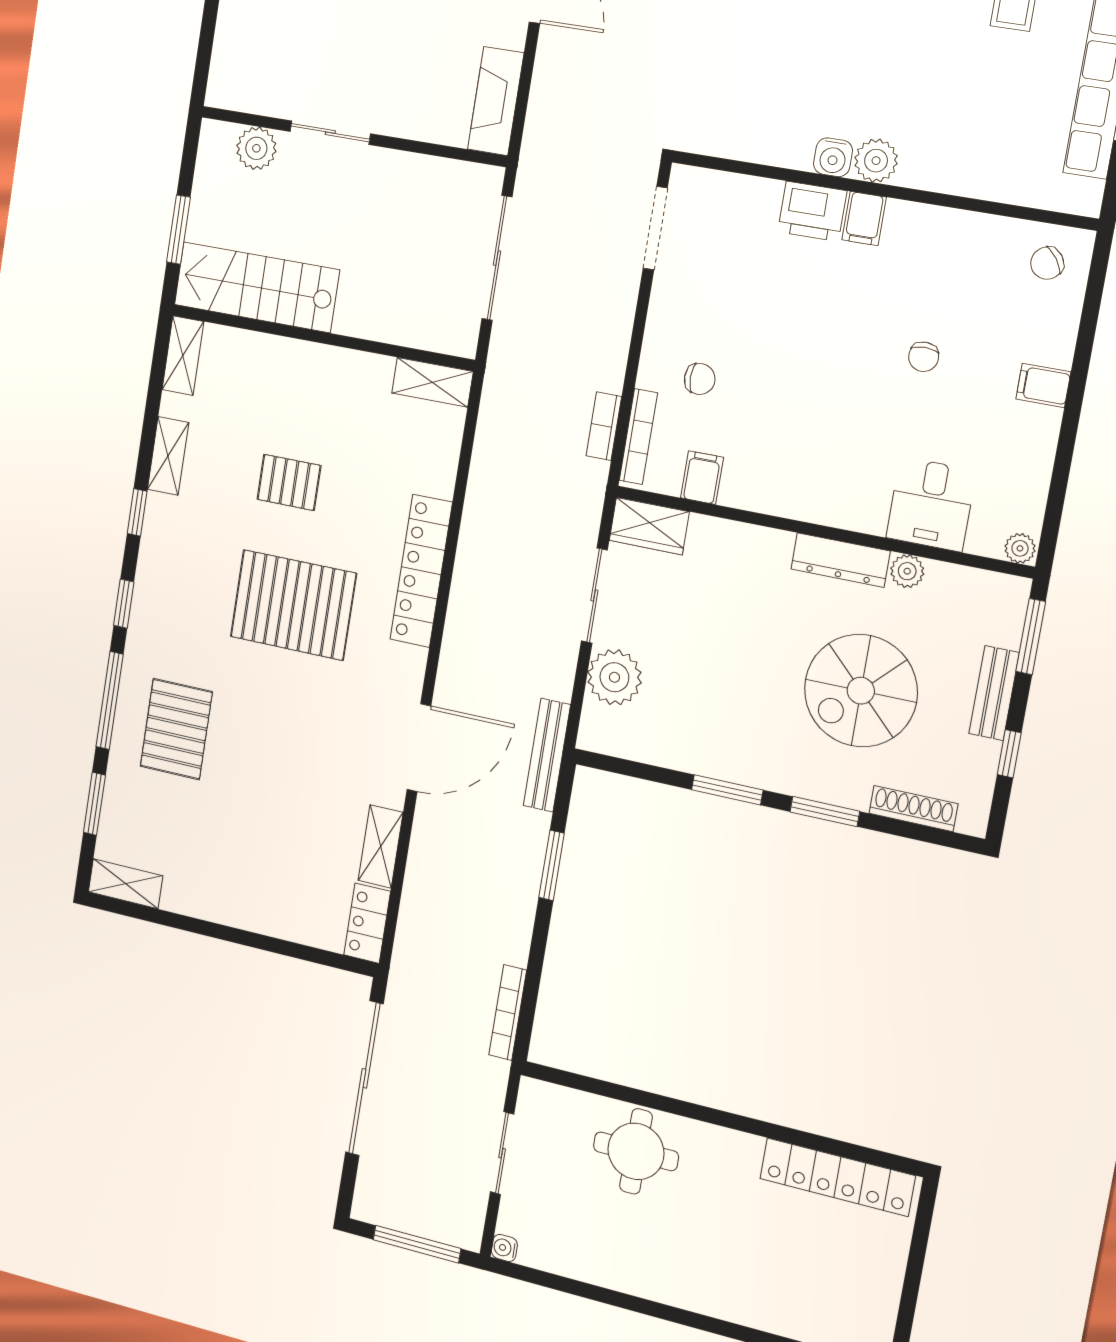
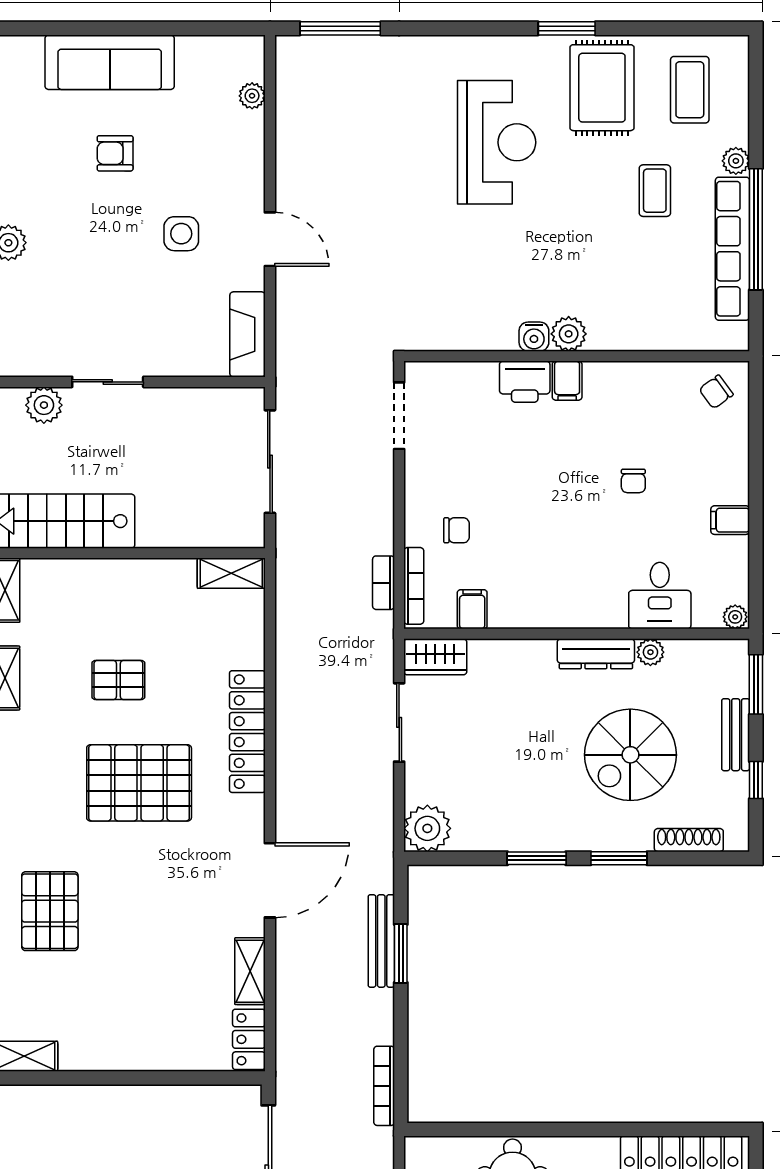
filing cabinet: (1043, 385) -> (730, 520), moved
plant: (614, 677) -> (427, 828), moved
bench: (547, 755) -> (381, 941), moved

